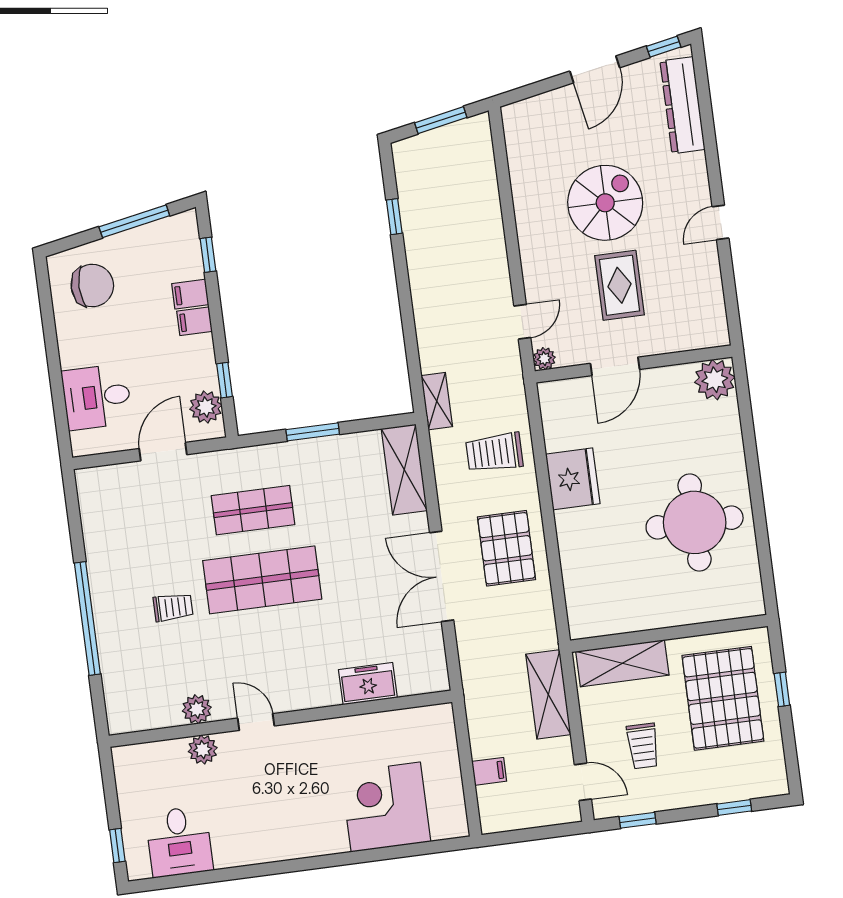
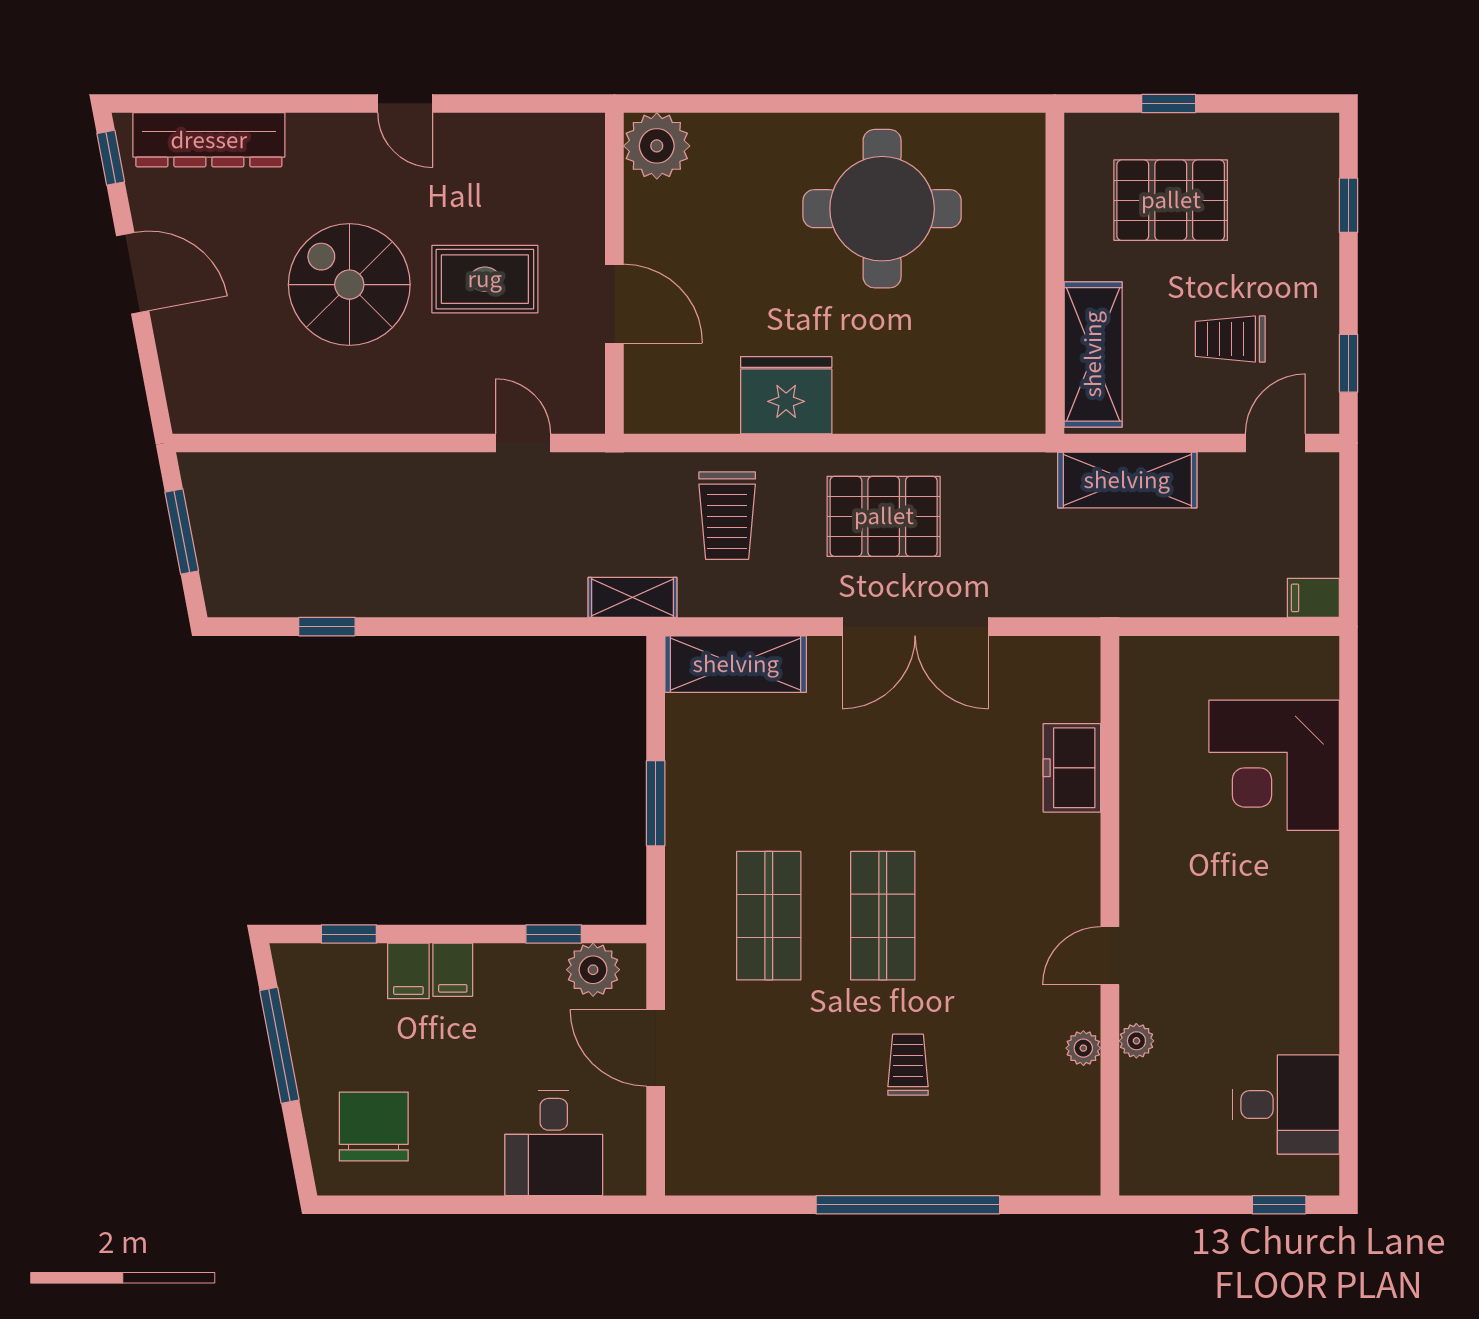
plant: (544, 359) -> (587, 416), removed
shop shelf: (262, 580) -> (883, 916), width x0.70, depth x0.74
pallet: (723, 698) -> (1171, 200), width x0.73, depth x0.71
plant: (197, 709) -> (1083, 1048), width x0.73, depth x0.73
trolley: (643, 746) -> (1230, 339), turned 180
plant: (203, 750) -> (1136, 1041), width x0.73, depth x0.73
filing cabinet: (489, 771) -> (1313, 598), moved, turned -90

